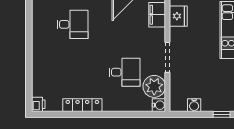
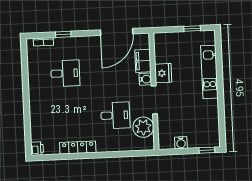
fridge: (178, 16) -> (163, 73), moved
water cooler: (159, 105) -> (145, 79), moved

